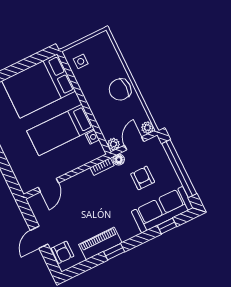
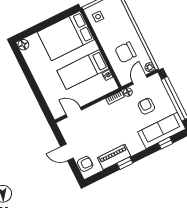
chair: (120, 89) -> (126, 52), moved
plant: (113, 144) -> (124, 80), removed
door: (48, 185) -> (74, 112), swing flipped
door: (39, 237) -> (67, 152), hinge flipped
armchair: (63, 252) -> (85, 164), turned -90

